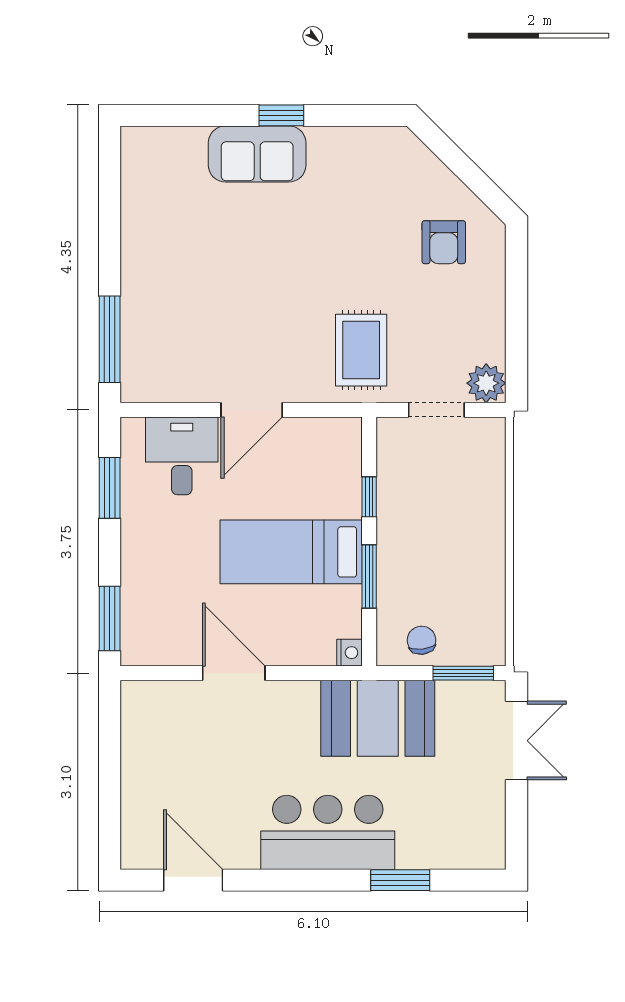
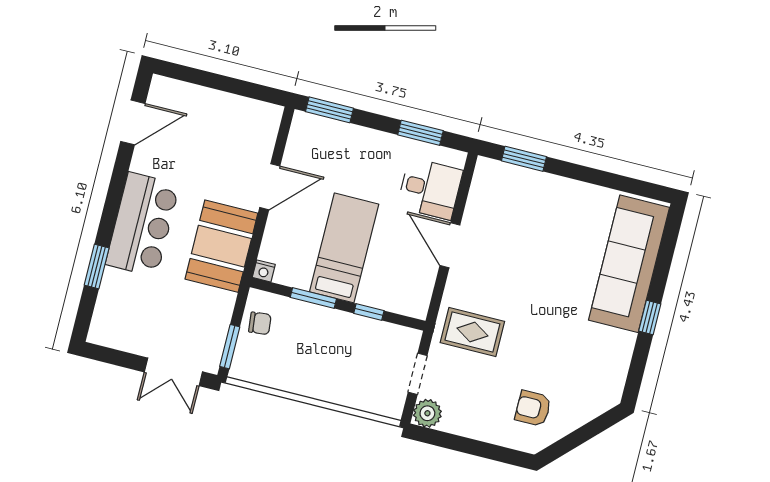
sofa: (257, 154) -> (629, 264), width x1.85, depth x1.27
window: (110, 339) -> (524, 159), width x0.69
booth: (378, 718) -> (221, 246), moved

